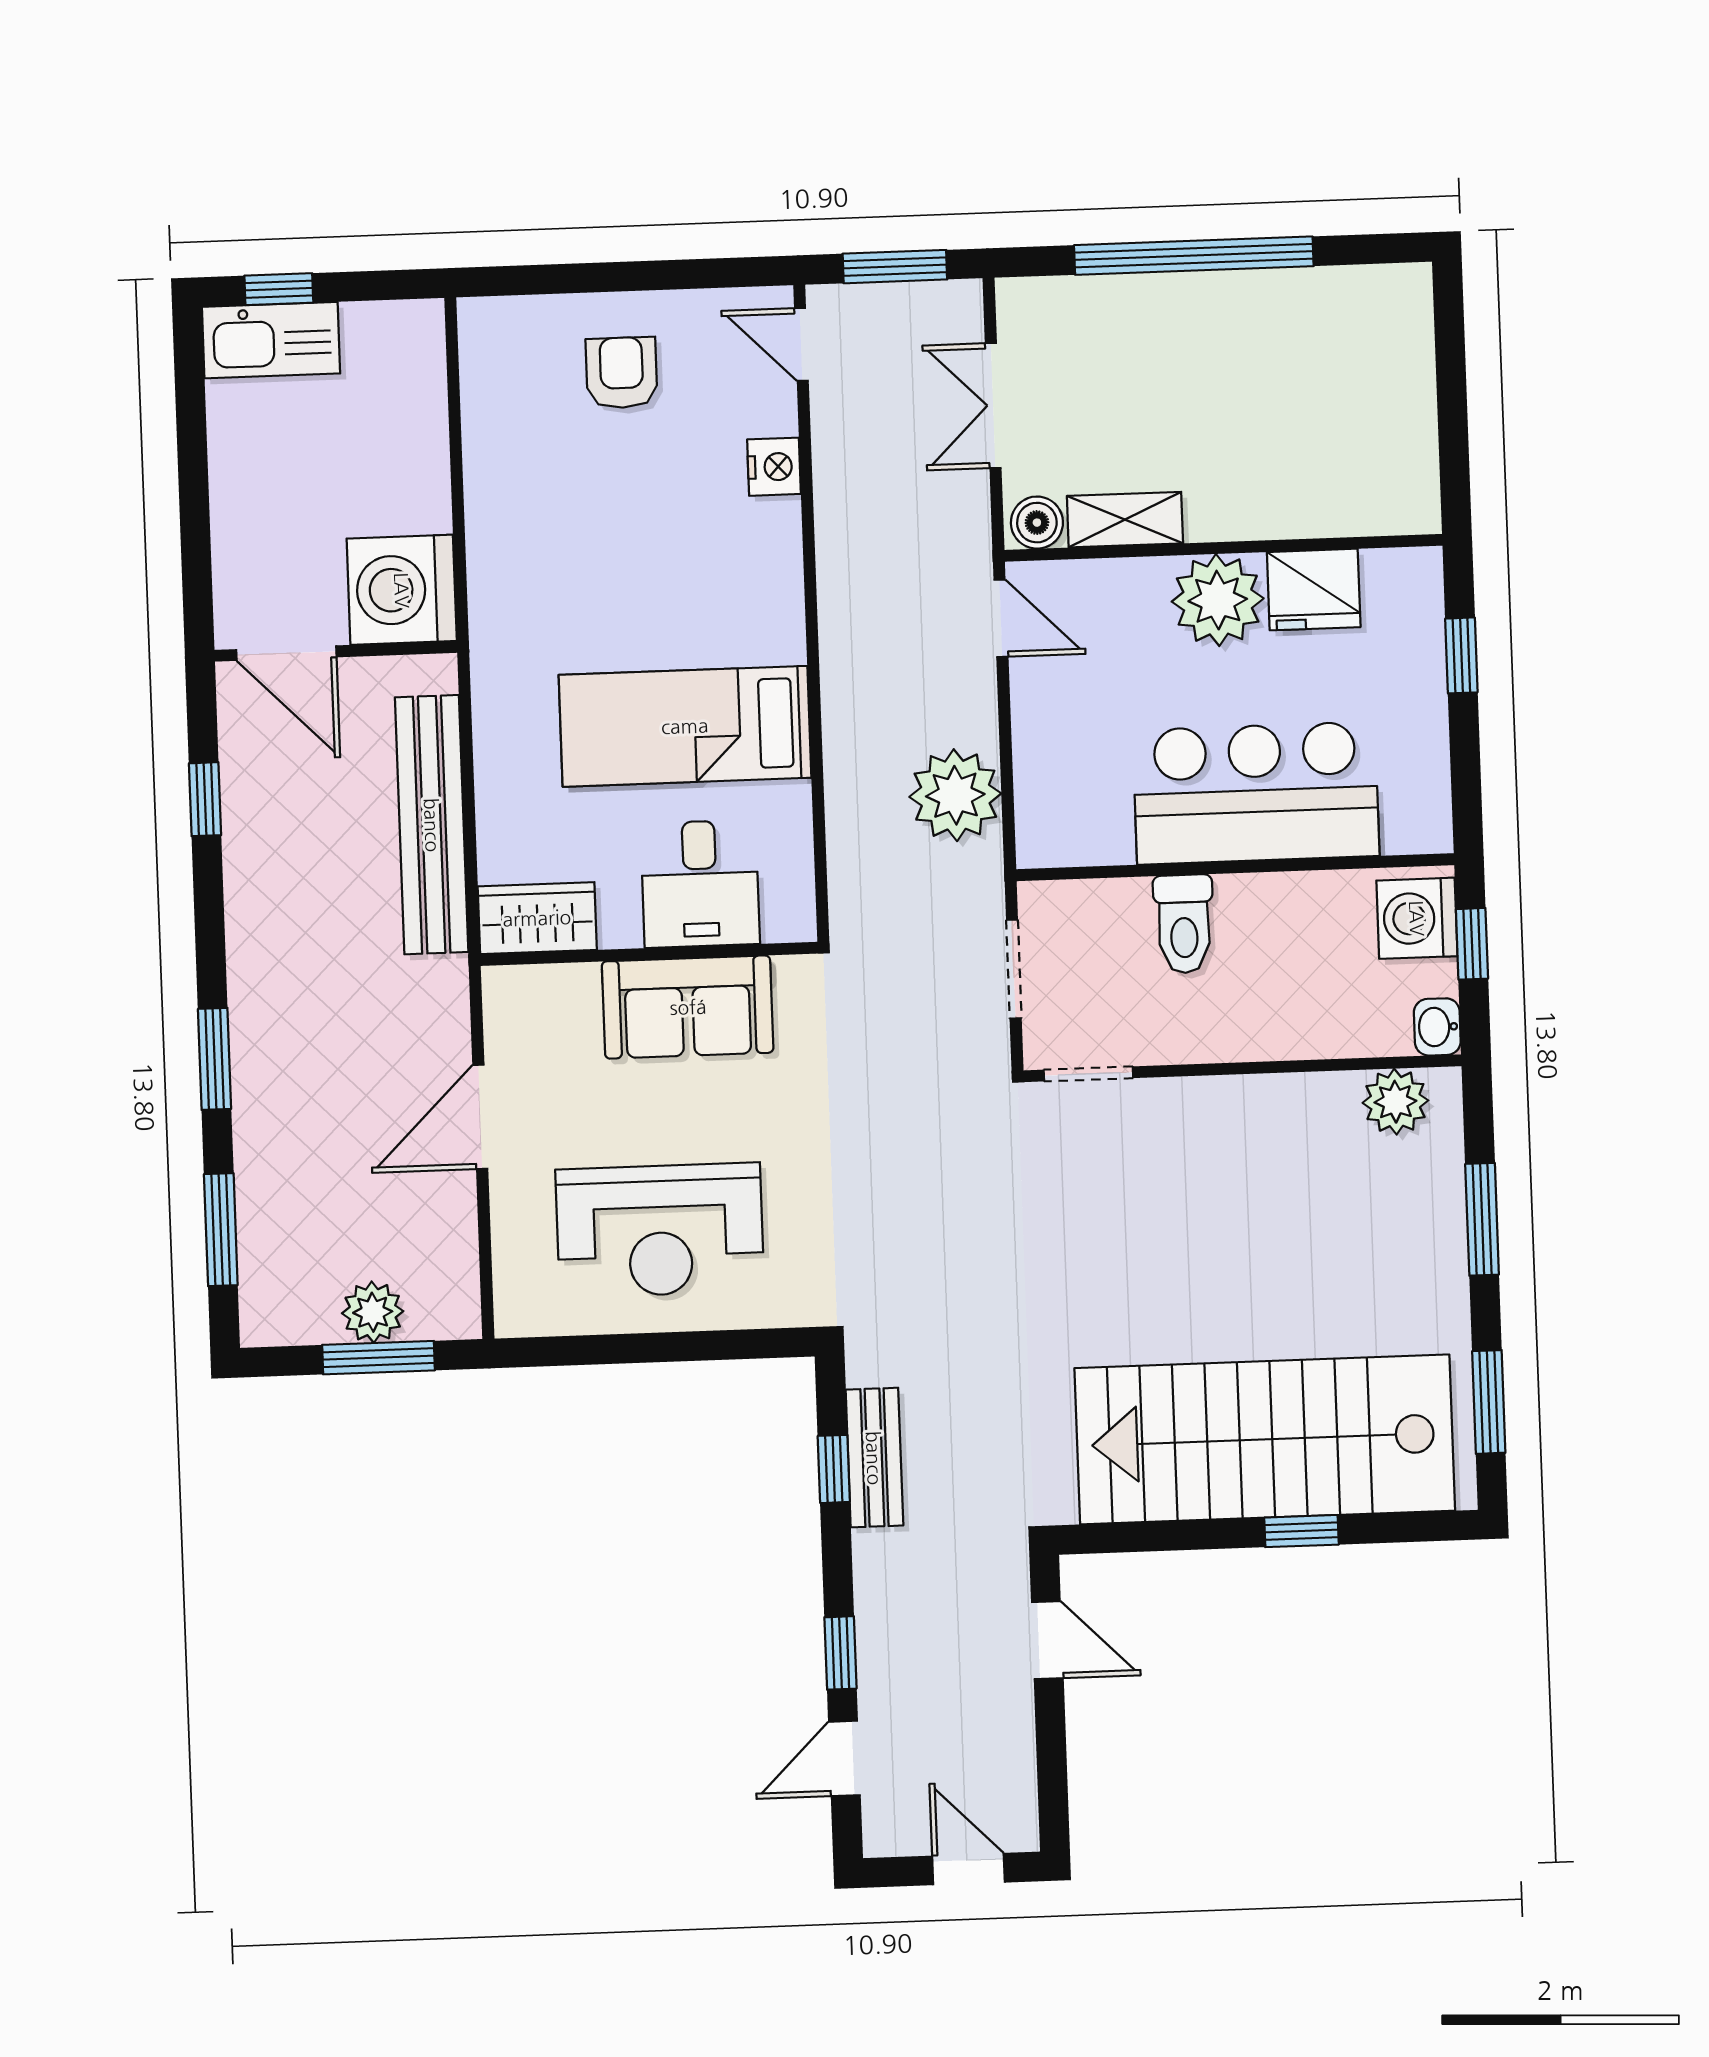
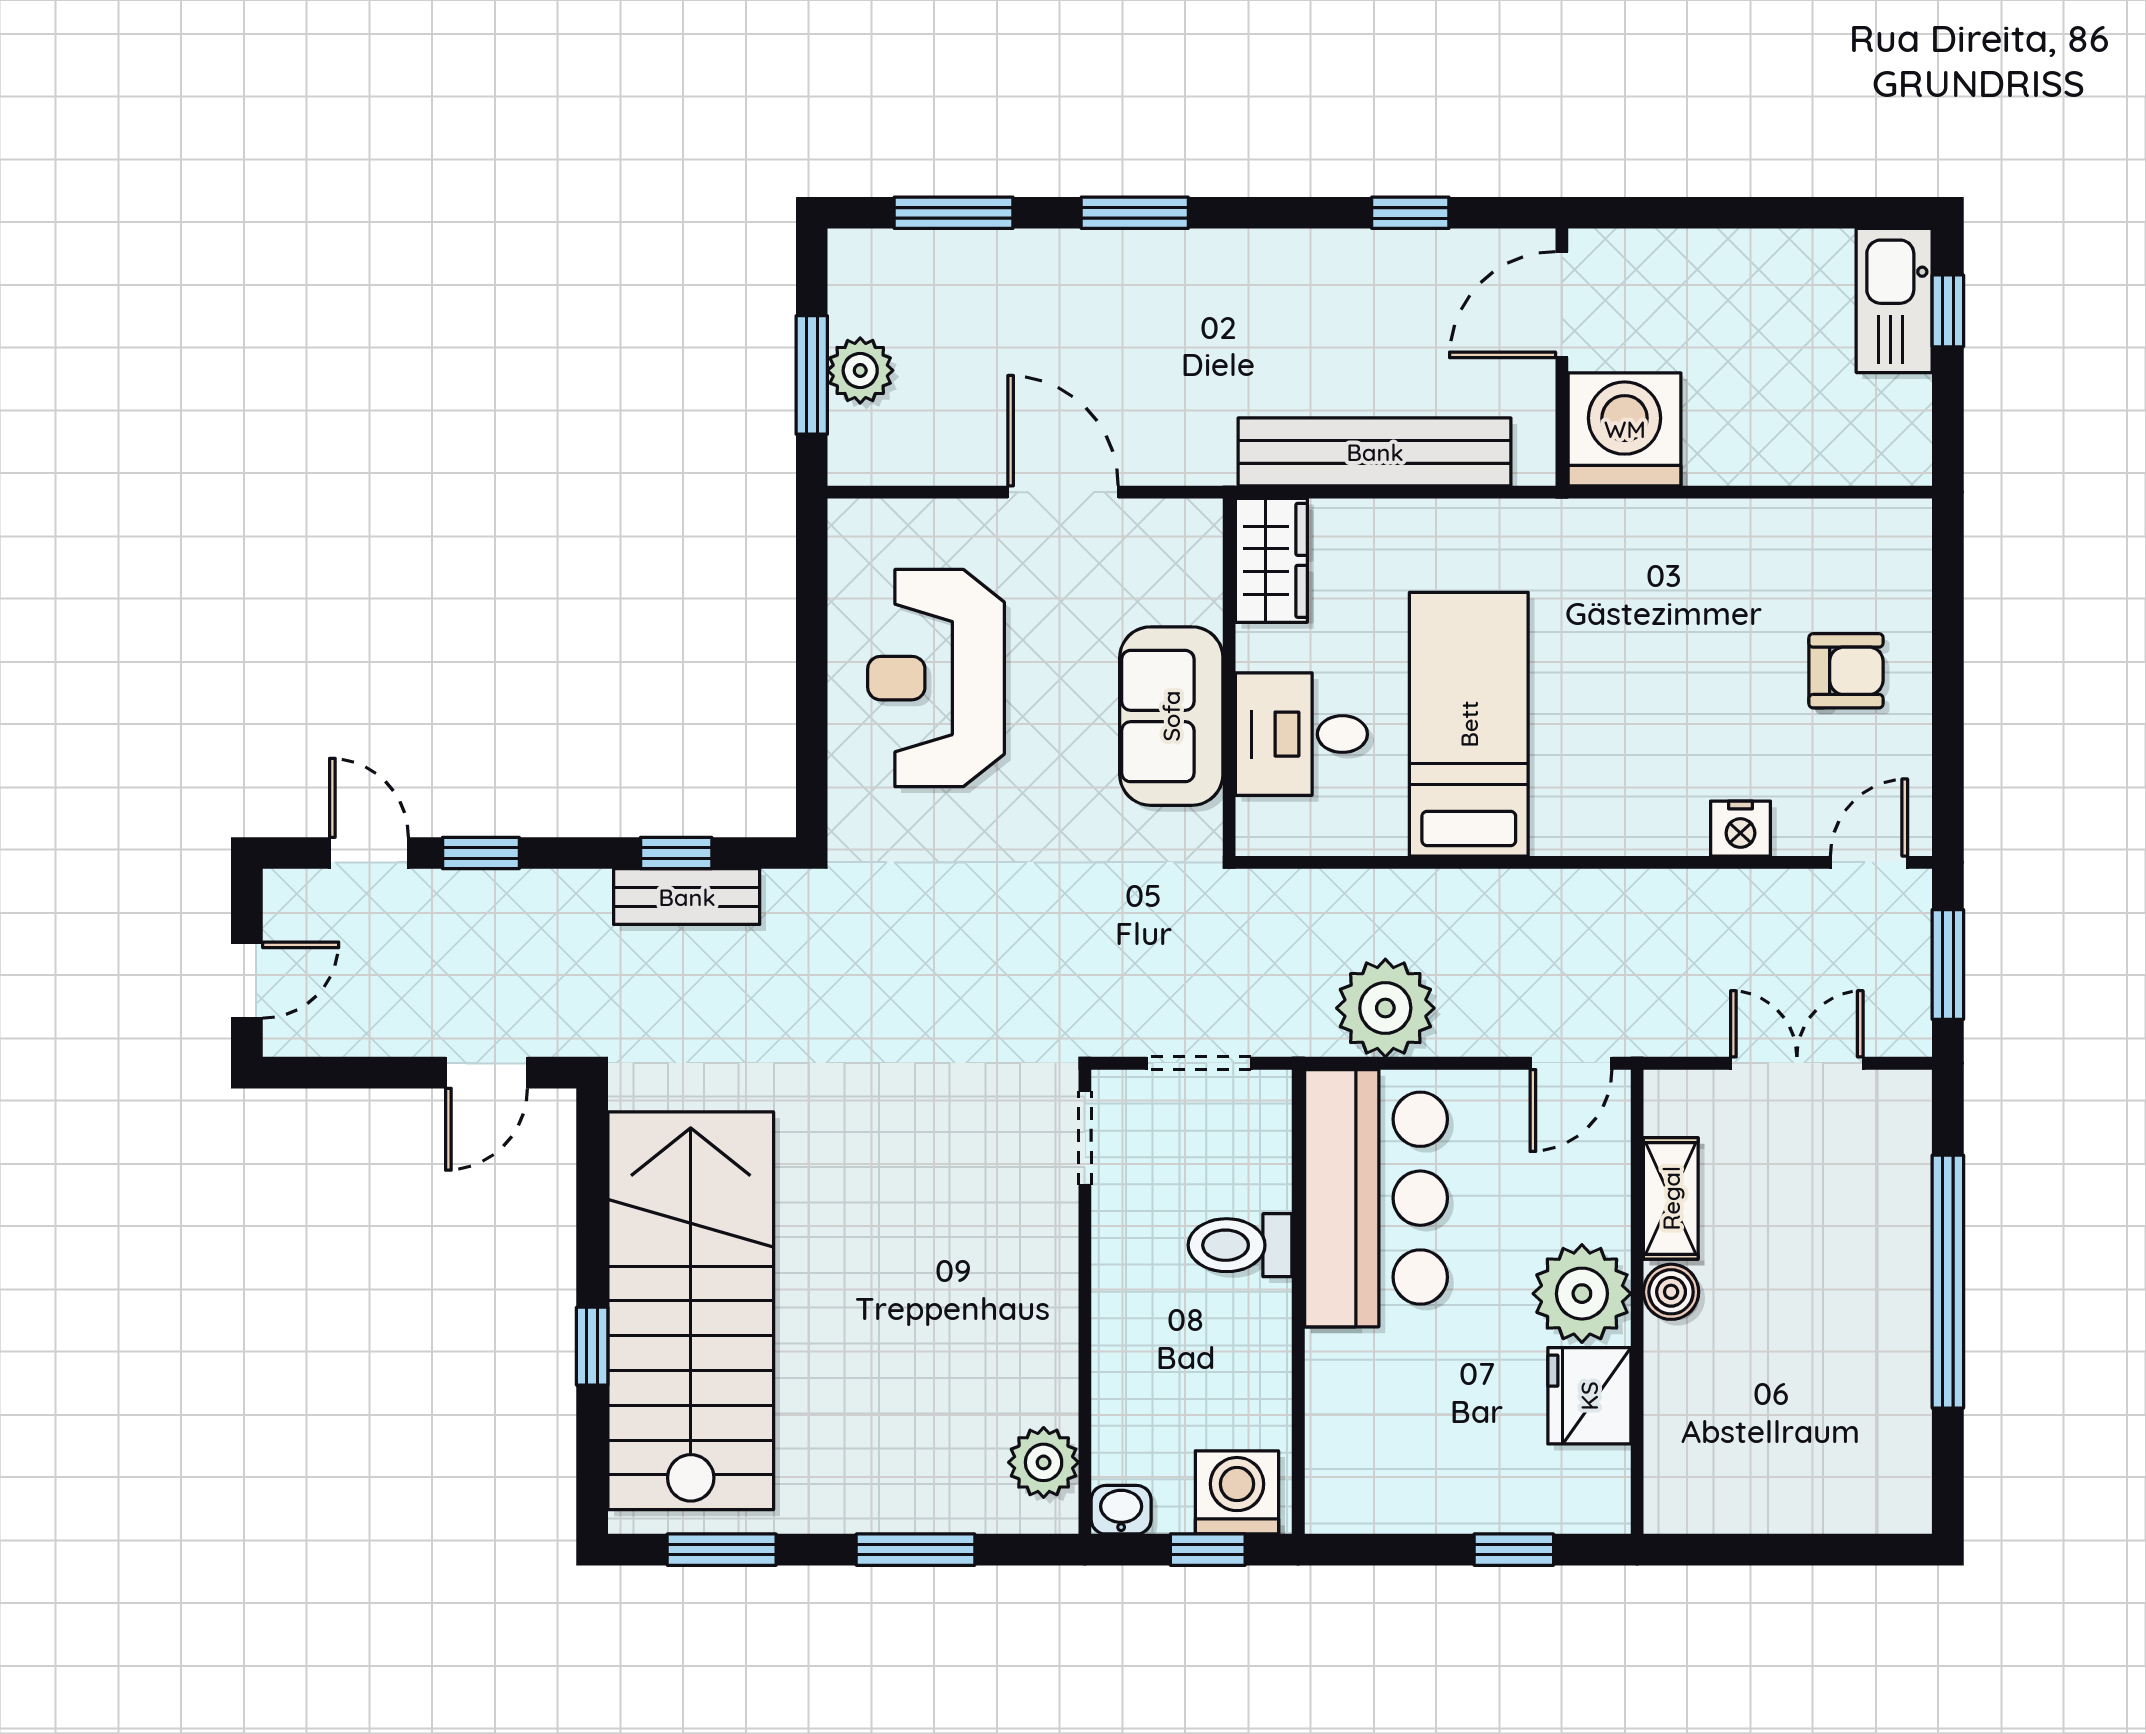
boiler: (1037, 523) -> (1671, 1292), moved
bar counter: (1256, 793) -> (1376, 1198), moved

